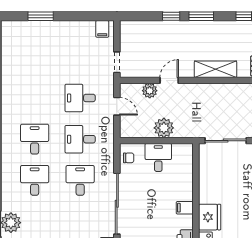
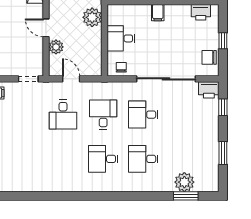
door: (117, 106) -> (71, 79), hinge flipped
plant: (164, 128) -> (92, 17), moved
desk: (80, 139) -> (103, 115), turned 180
filing cabinet: (185, 208) -> (158, 13), moved

